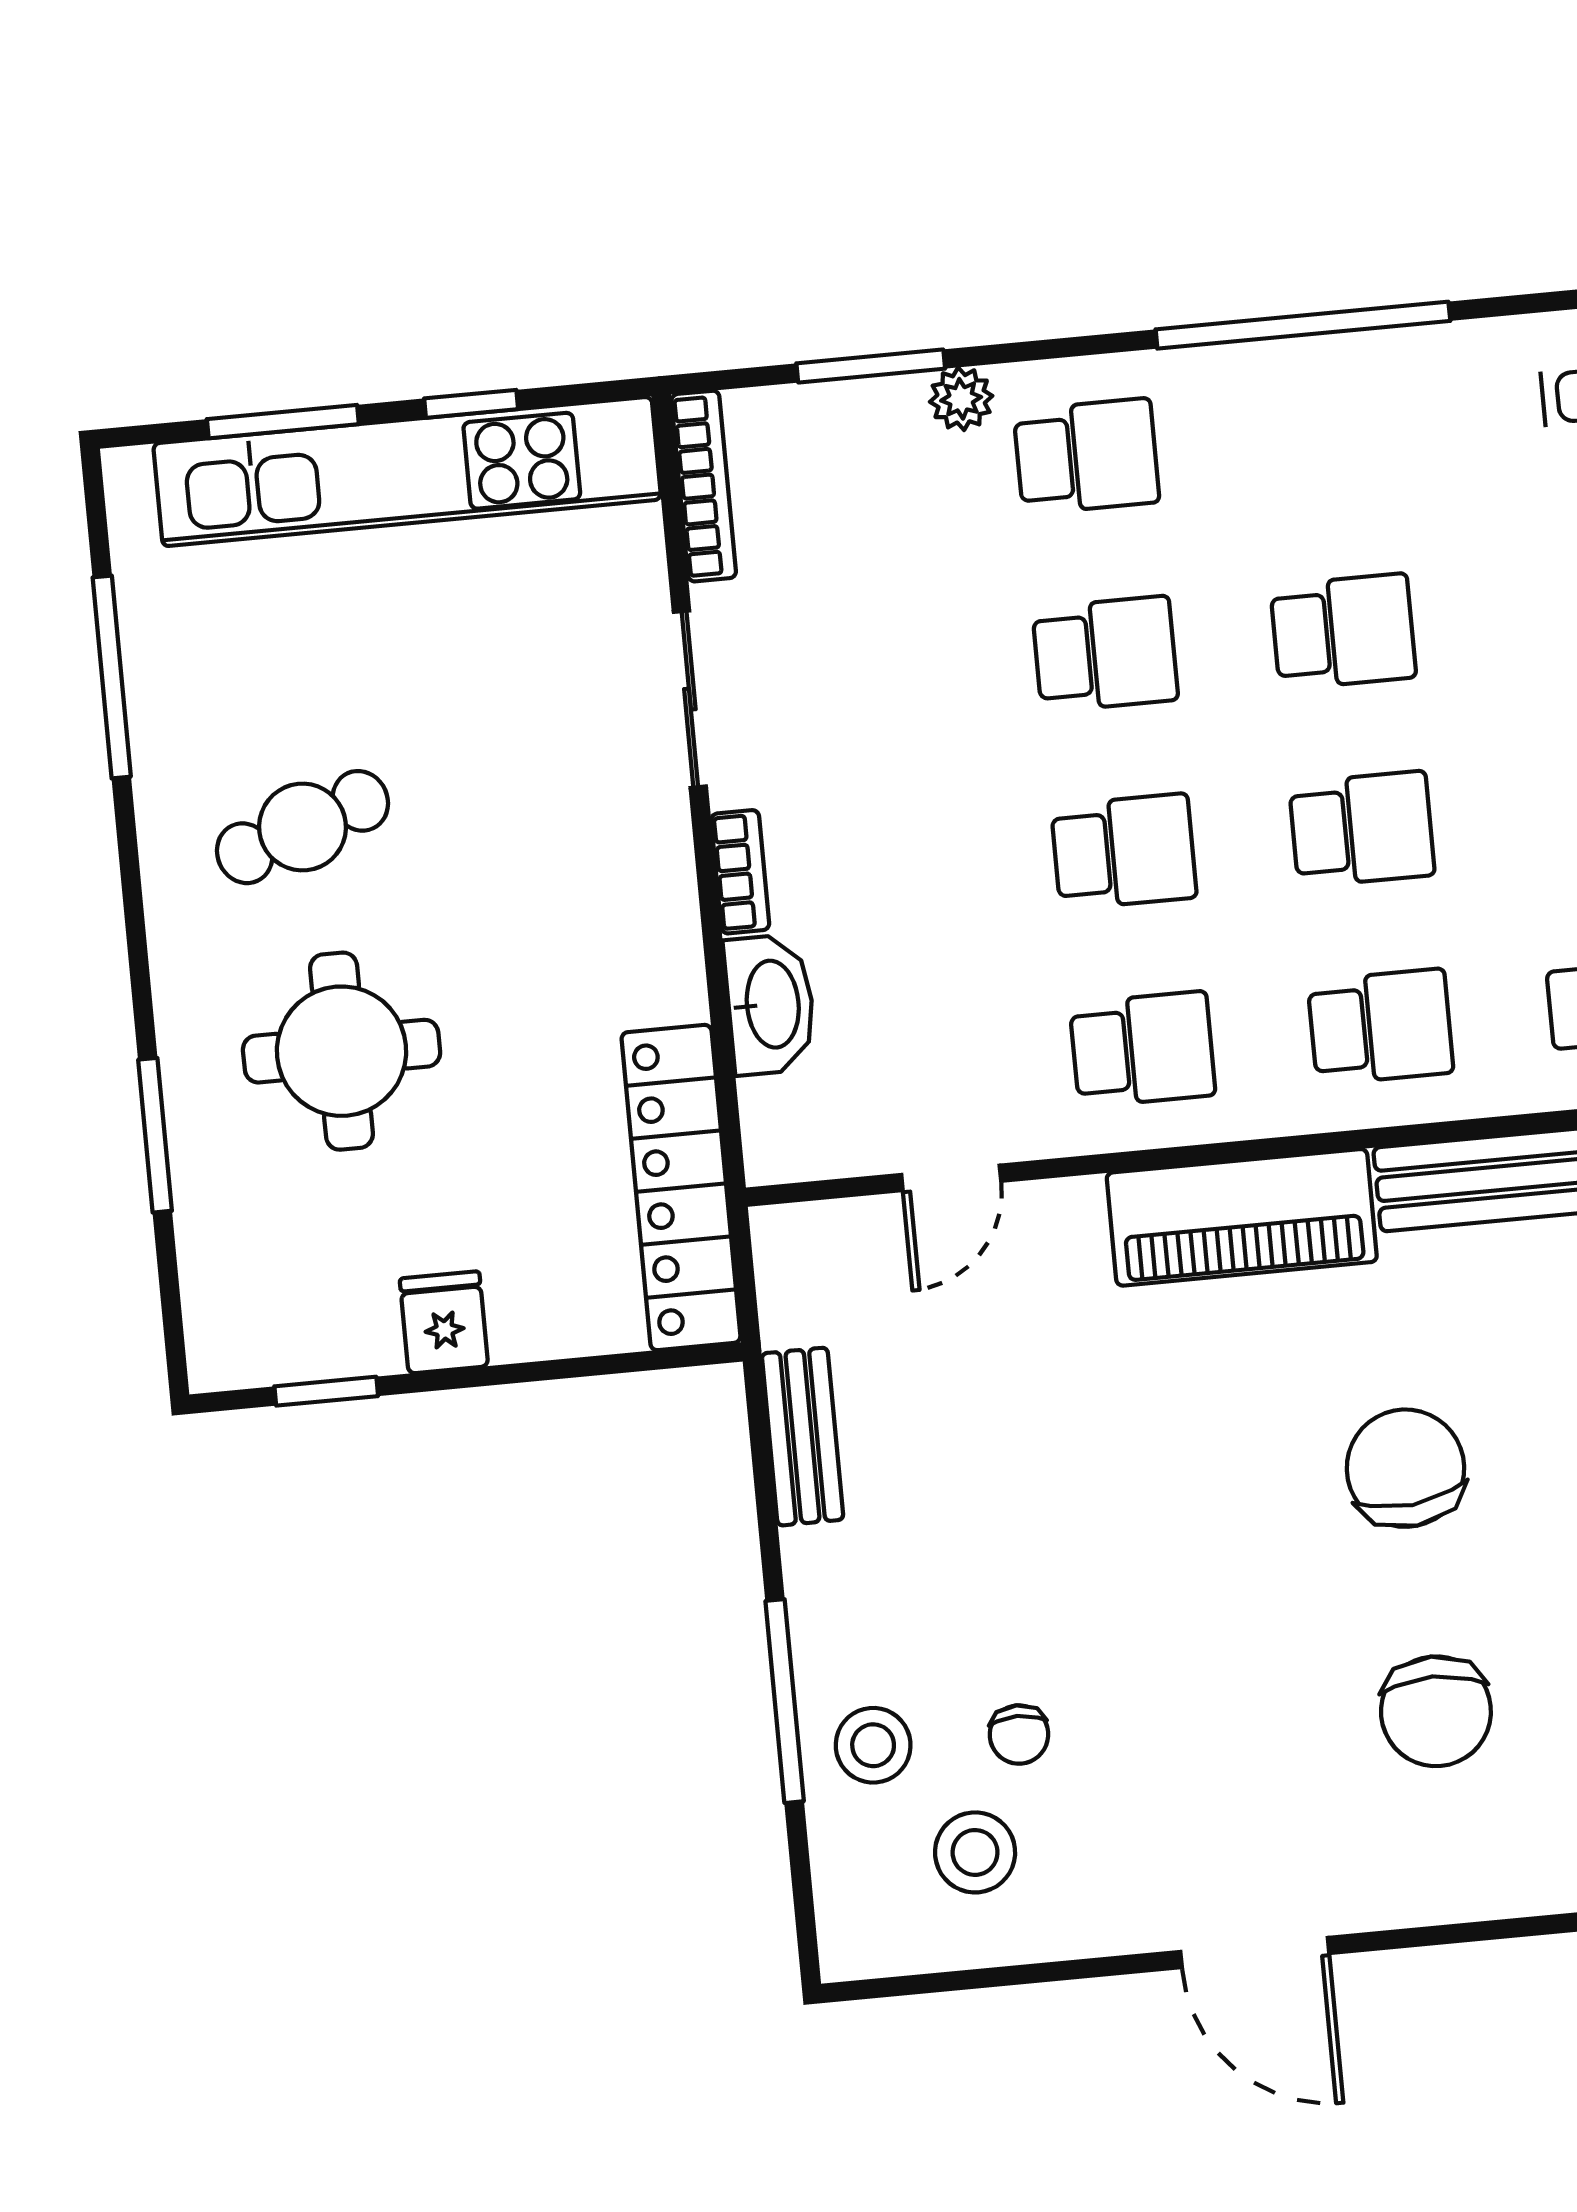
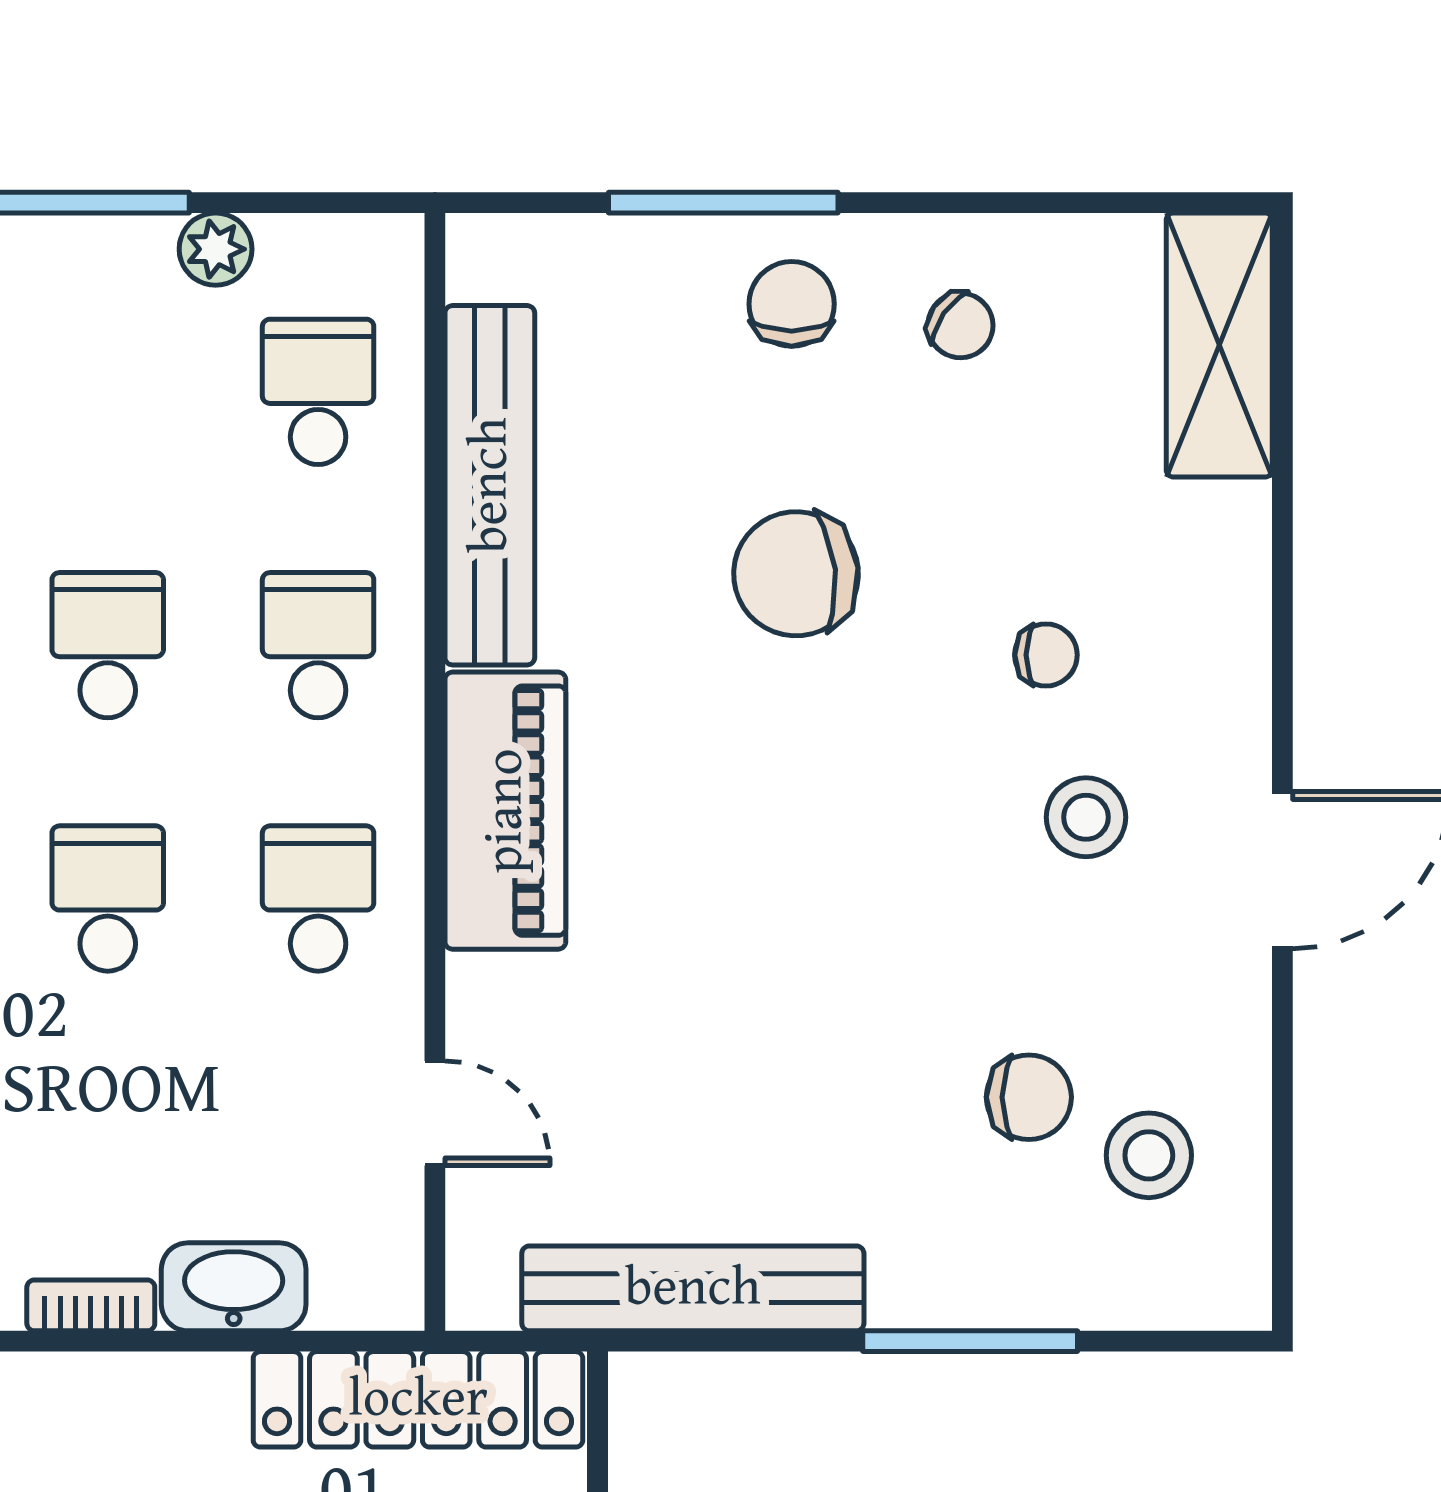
bench: (803, 1437) -> (693, 1288), width x1.86, depth x1.21
chair: (1405, 1468) -> (796, 574), moved
chair: (1436, 1711) -> (1046, 655), width x0.54, depth x0.54
chair: (1019, 1735) -> (1029, 1097), width x1.37, depth x1.37
stool: (873, 1745) -> (1086, 817), moved

